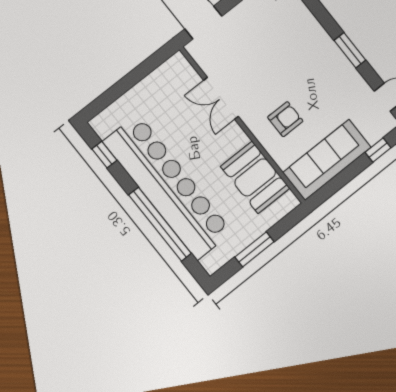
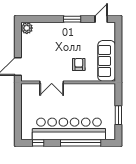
window: (378, 150) -> (118, 39), removed
booth: (255, 177) -> (92, 93), removed

